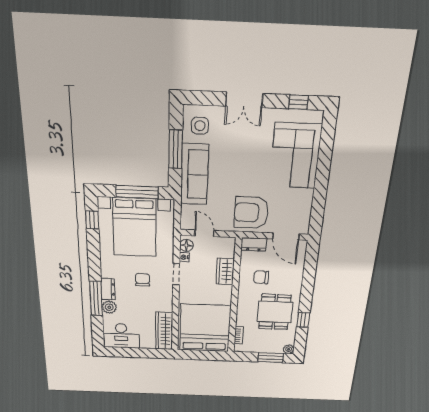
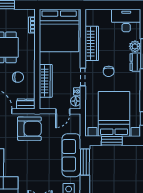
window: (176, 149) -> (85, 162), moved
window: (137, 192) -> (112, 141), width x0.69
door: (204, 233) -> (63, 111), hinge flipped
wardrobe: (225, 272) -> (46, 81), width x1.50
wardrobe: (164, 331) -> (92, 43), moved

